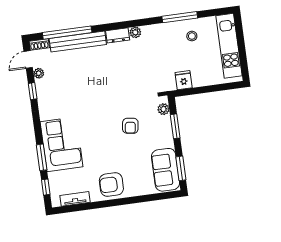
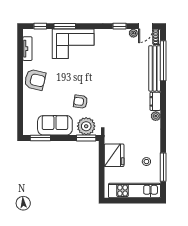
window: (180, 17) -> (163, 167), moved
door: (28, 59) -> (146, 26), swing flipped
fridge: (184, 80) -> (114, 155), width x1.88, depth x1.34
plant: (164, 109) -> (86, 126), width x1.88, depth x1.88
window: (175, 126) -> (86, 138), moved
sofa: (165, 170) -> (55, 125), moved
armchair: (111, 185) -> (35, 80), turned 103

